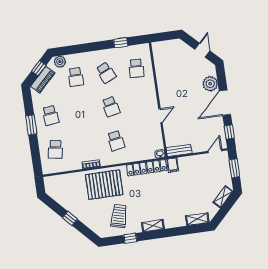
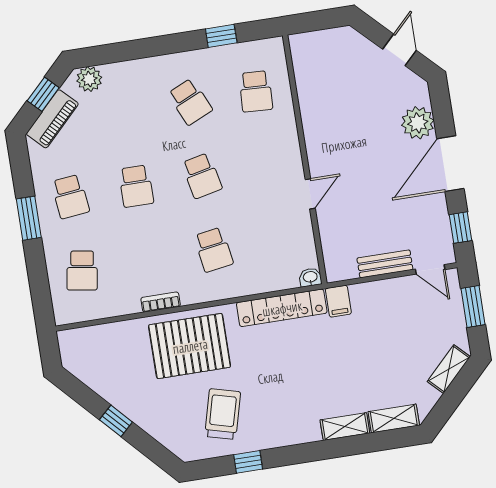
school desk: (76, 77) -> (136, 186), moved
bench: (179, 150) -> (385, 264), moved
door: (215, 151) -> (430, 269), swing flipped
shelving: (153, 226) -> (345, 427), moved

